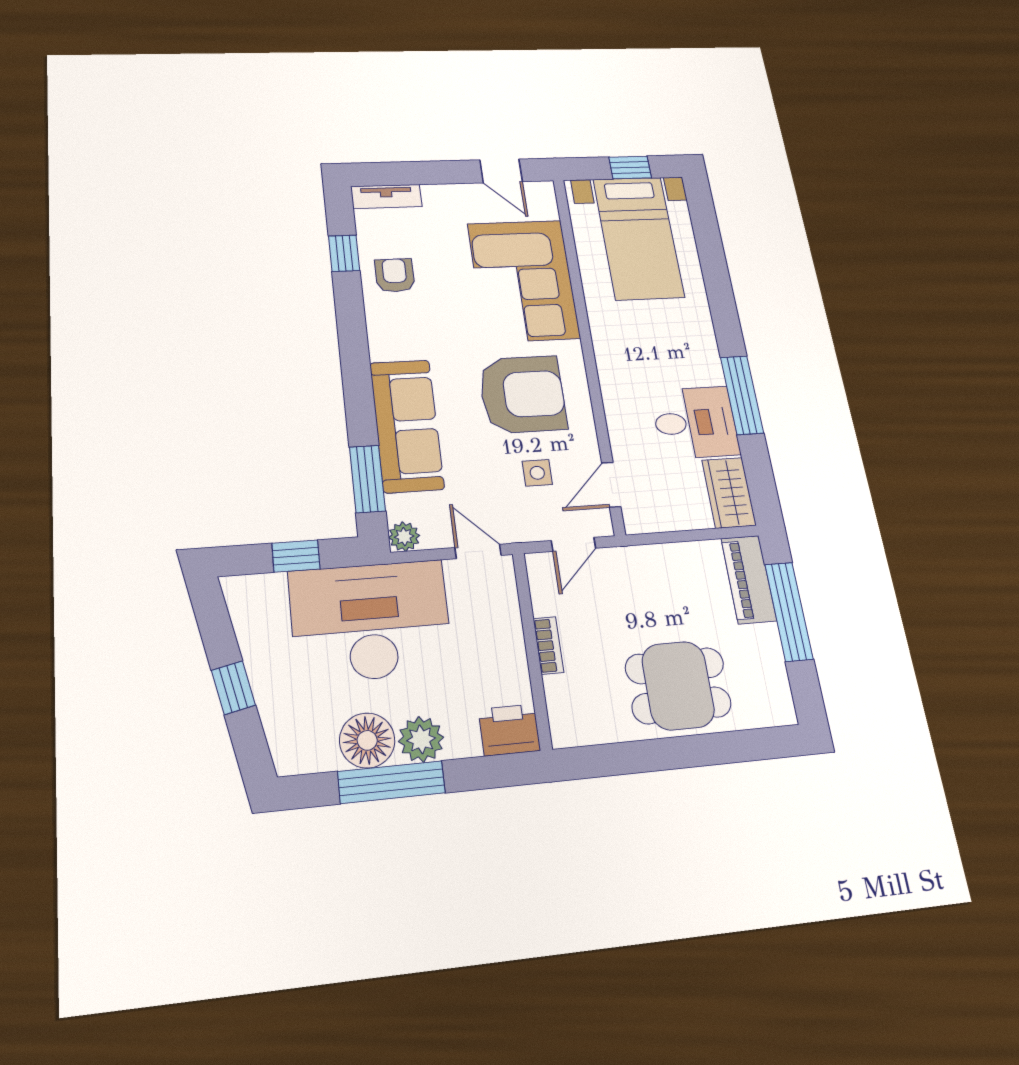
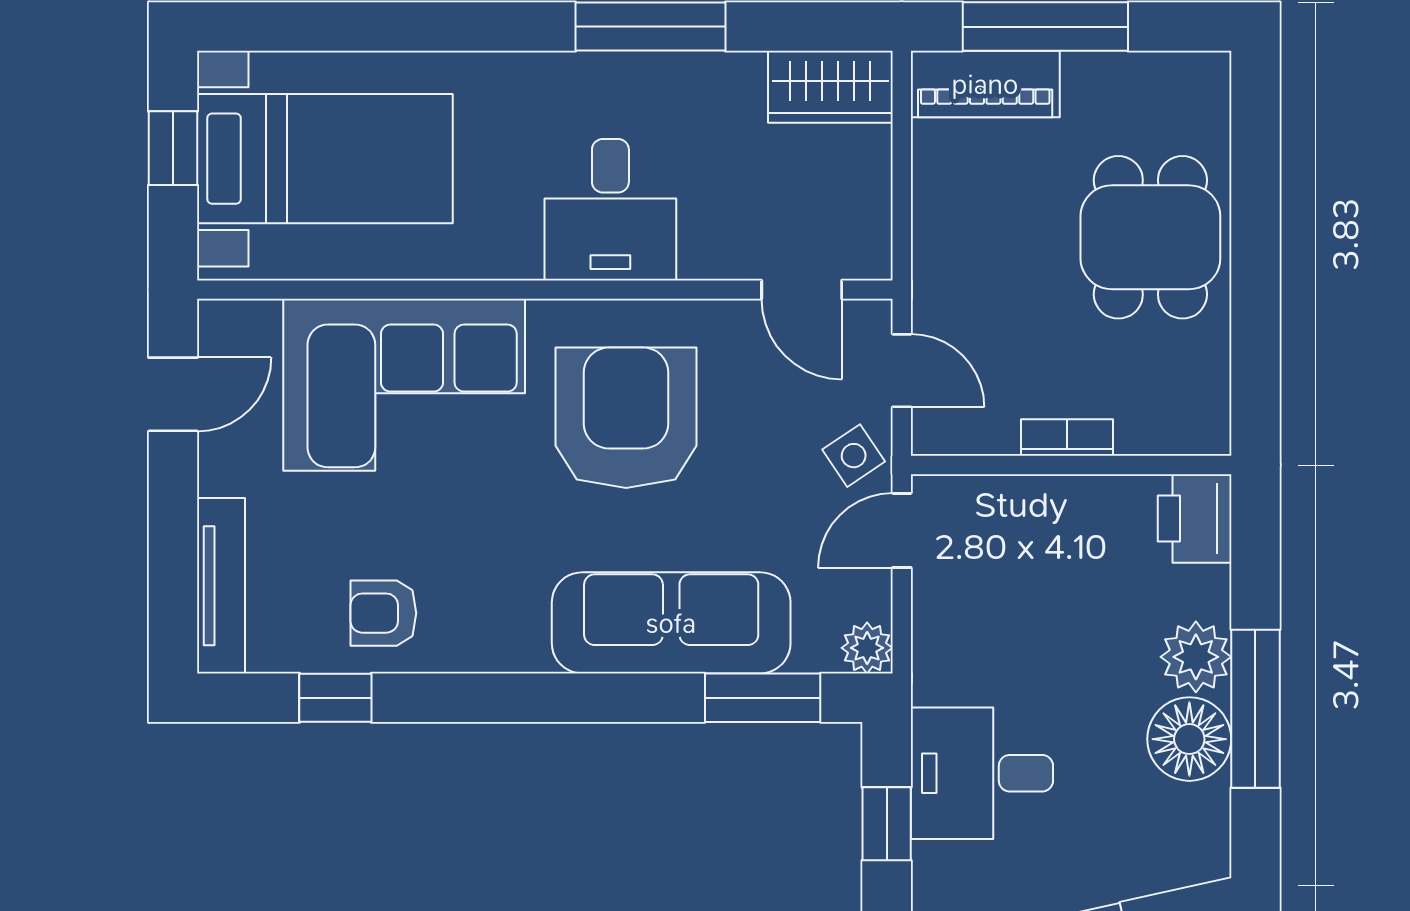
tv unit: (386, 196) -> (221, 586), width x1.41
desk: (695, 423) -> (610, 210), moved, turned 180
side table: (537, 473) -> (854, 456), moved, turned -34
desk: (371, 621) -> (982, 773), width x0.53, depth x0.77

